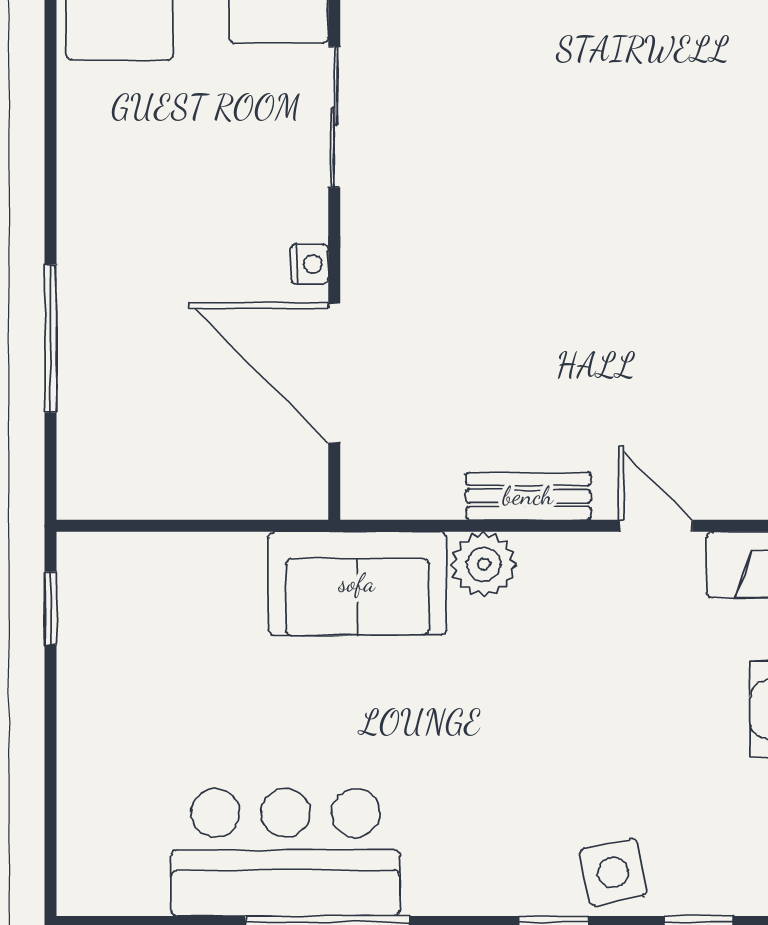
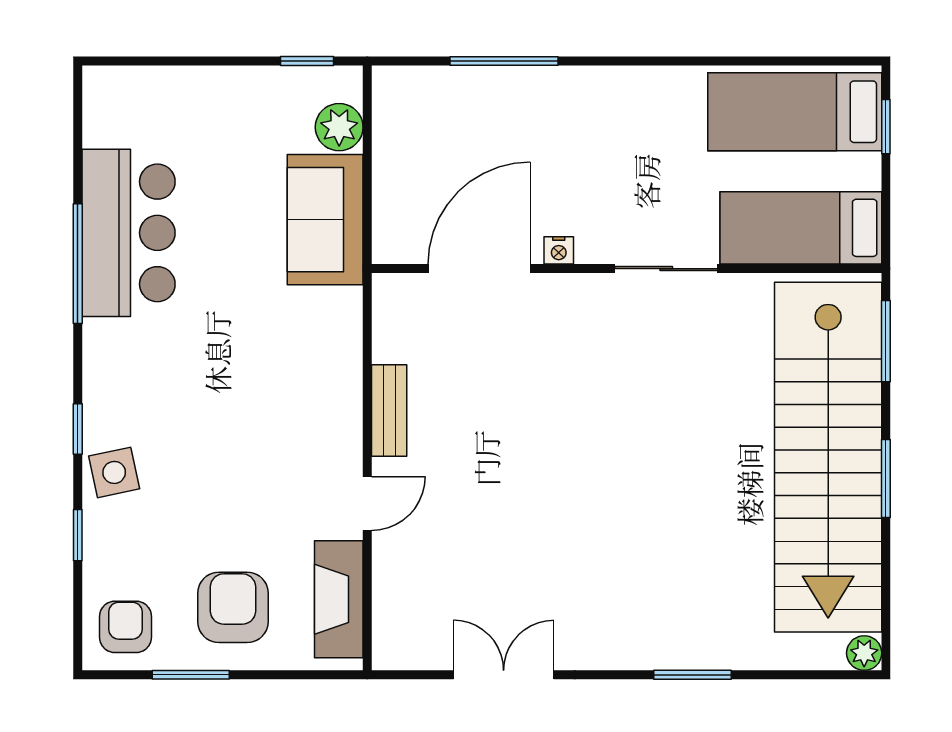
plant: (484, 564) -> (339, 127), moved
sofa: (357, 583) -> (325, 220), moved

